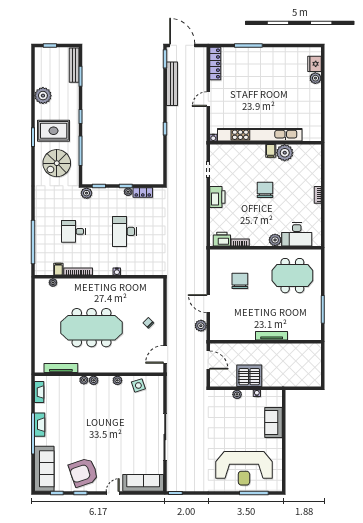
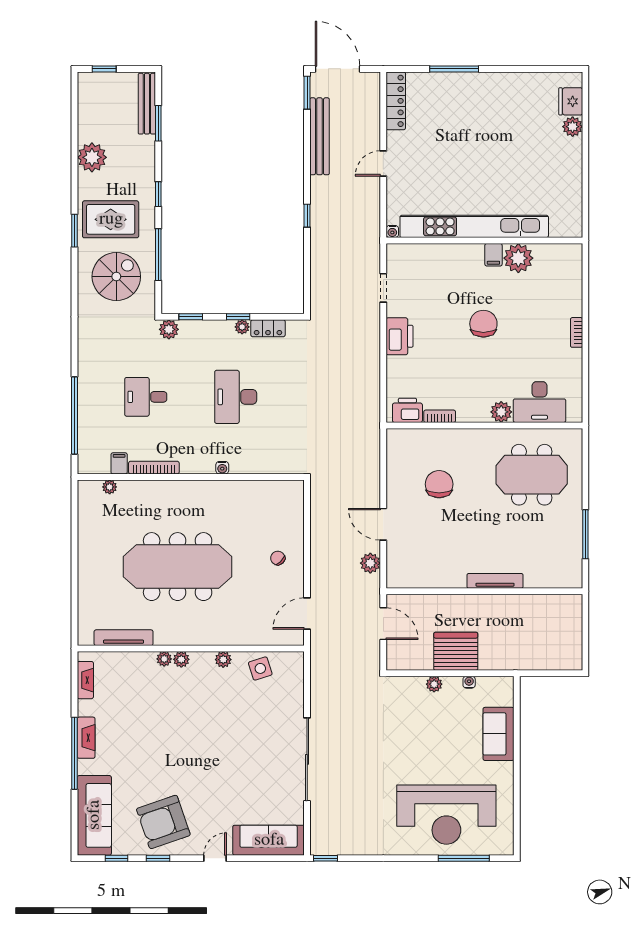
spiral stairs: (57, 163) -> (116, 277), turned 180

